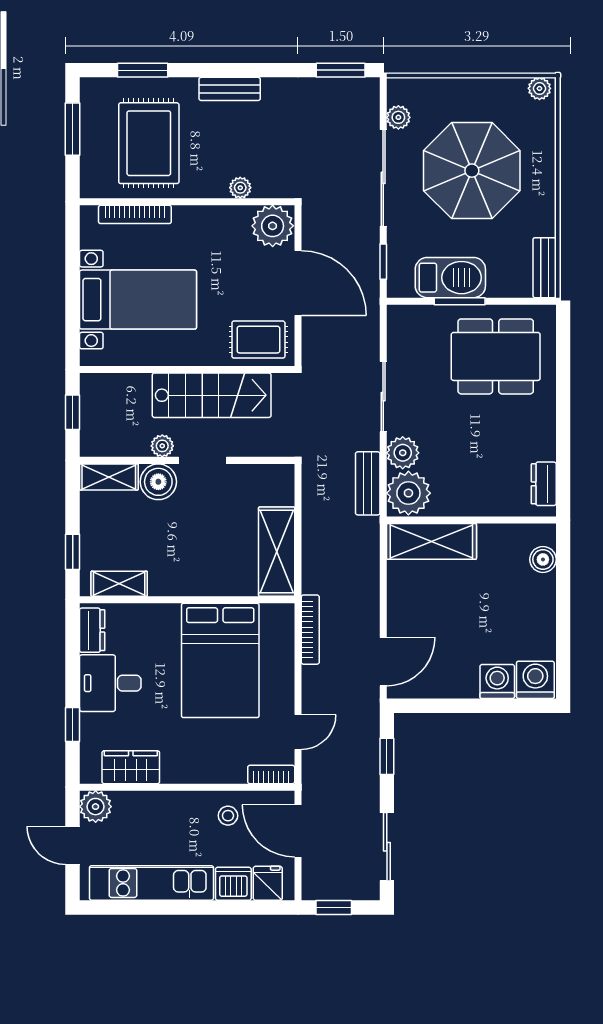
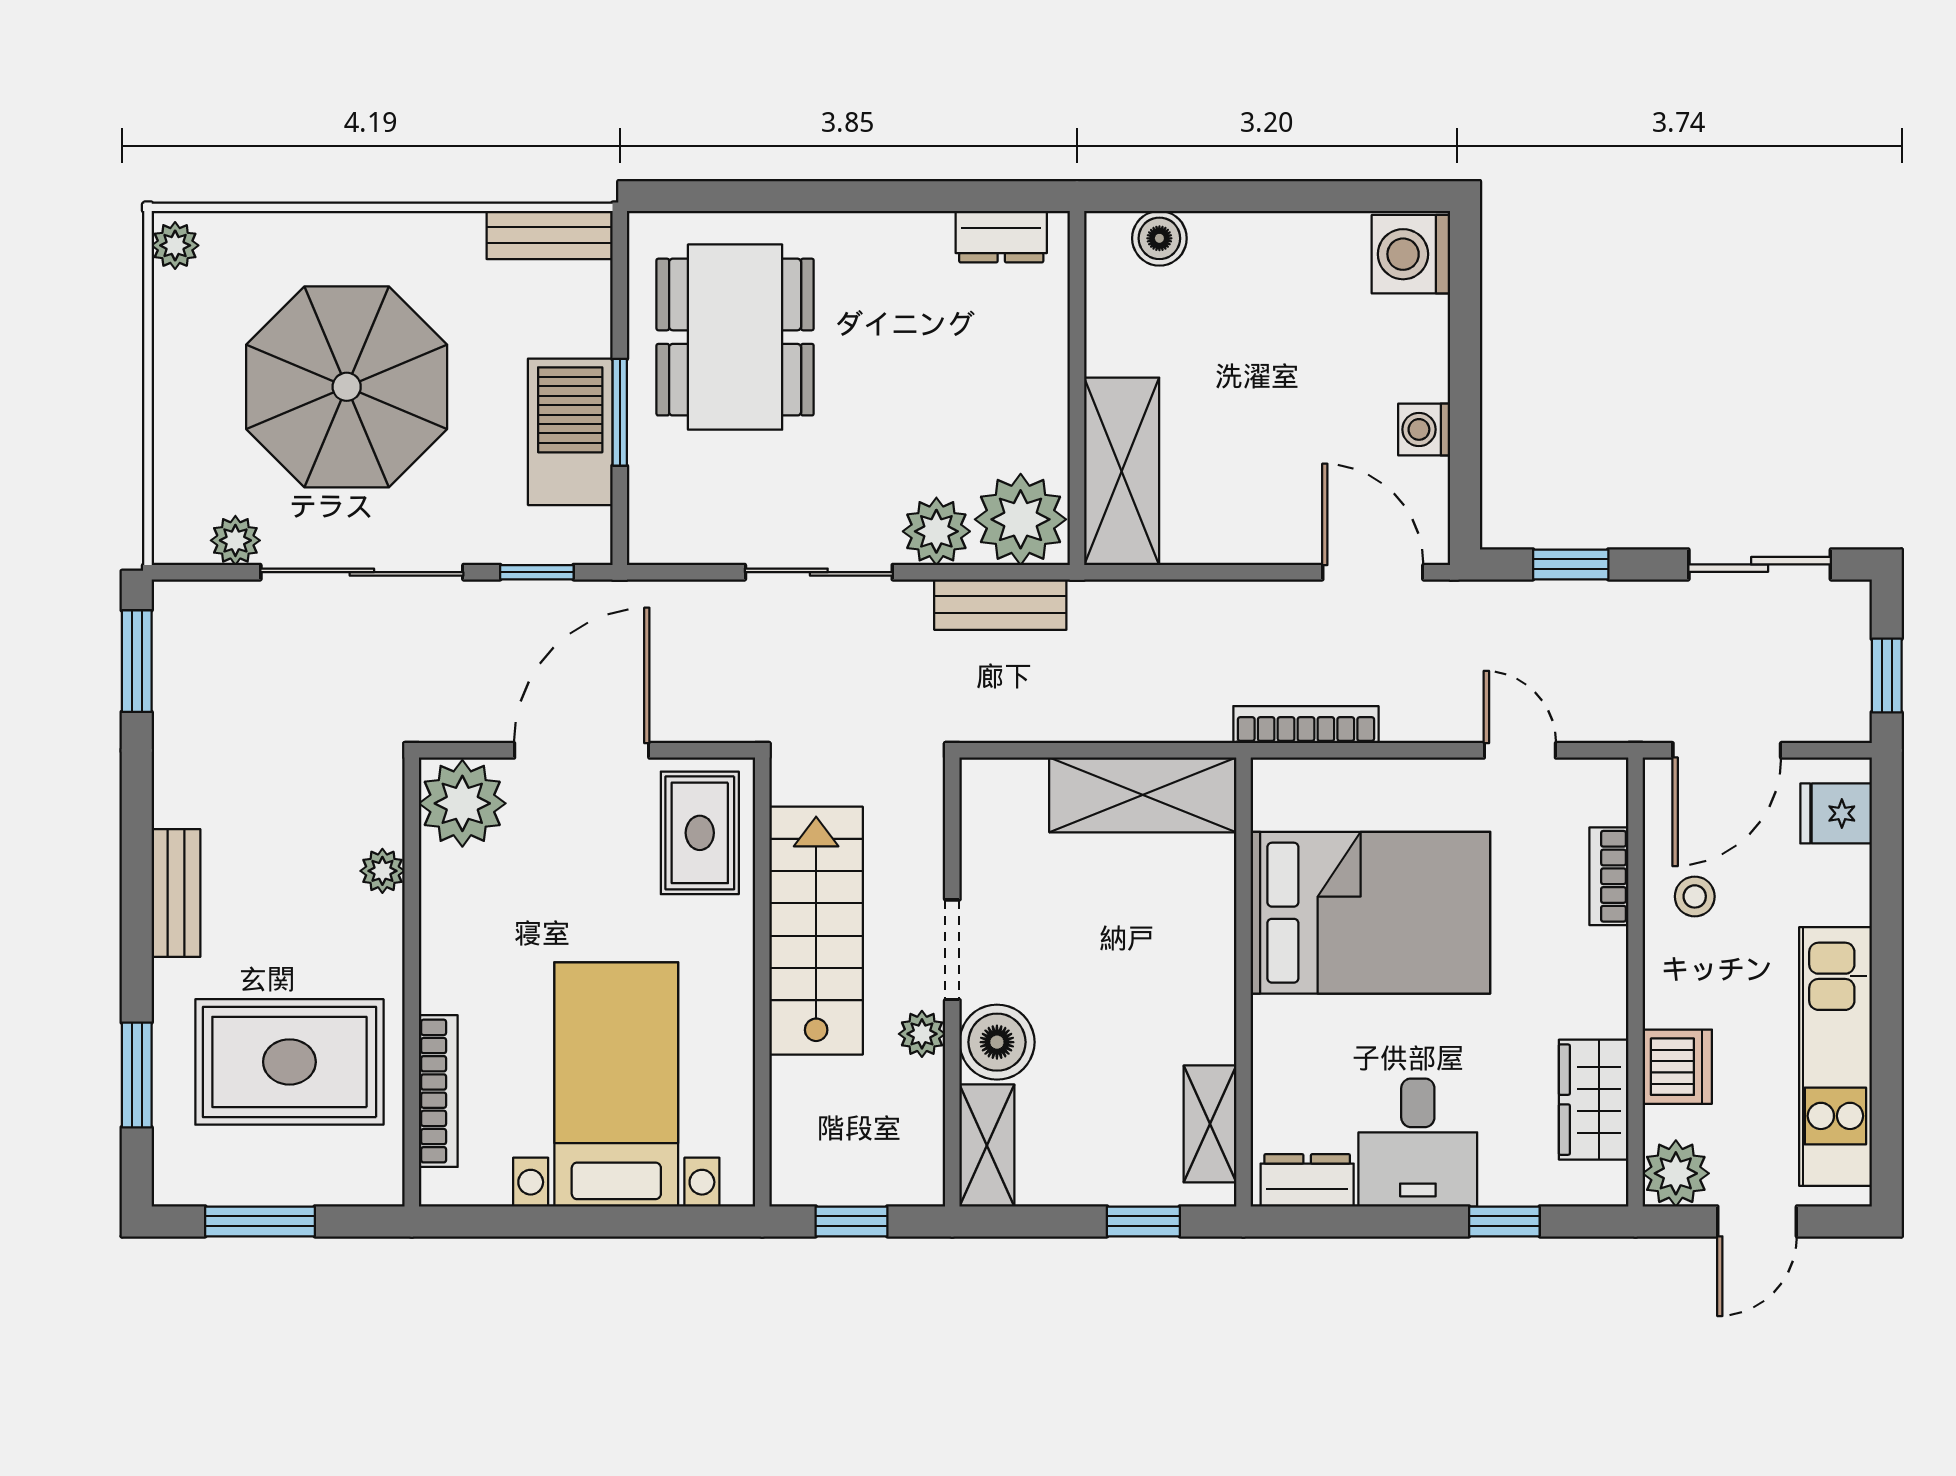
washing machine: (497, 681) -> (1424, 429), moved, width x0.73, depth x0.73
bookcase: (271, 775) -> (1609, 876), moved
dishwasher: (233, 884) -> (1677, 1067), moved, turned 180

